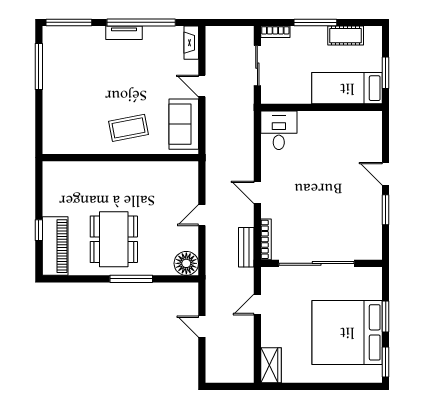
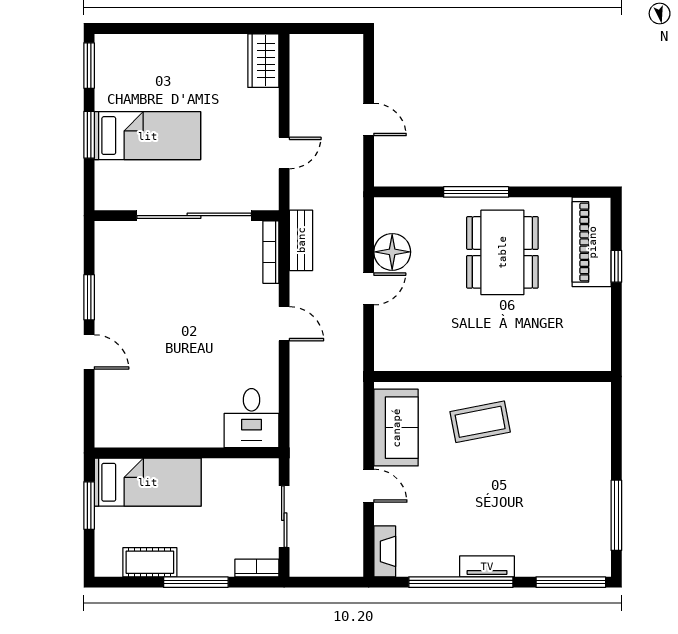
floor lamp: (186, 263) -> (392, 252), moved
bed: (347, 332) -> (148, 136), width x0.49

